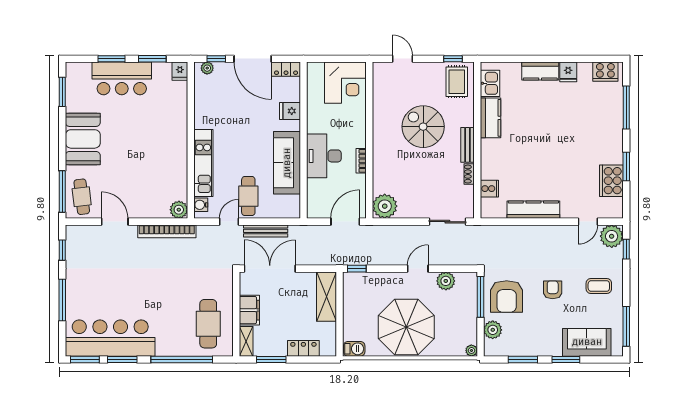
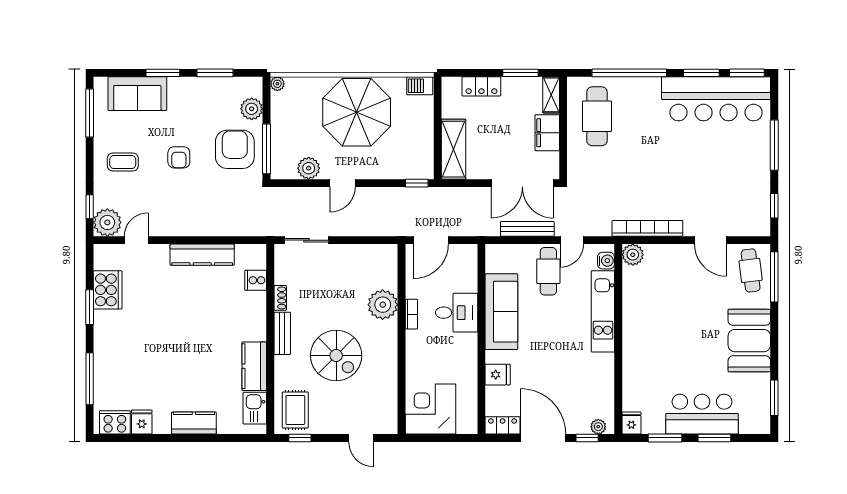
fridge: (568, 72) -> (142, 422), moved
desk: (324, 156) -> (457, 313), width x0.73
plant: (385, 206) -> (383, 305), moved

